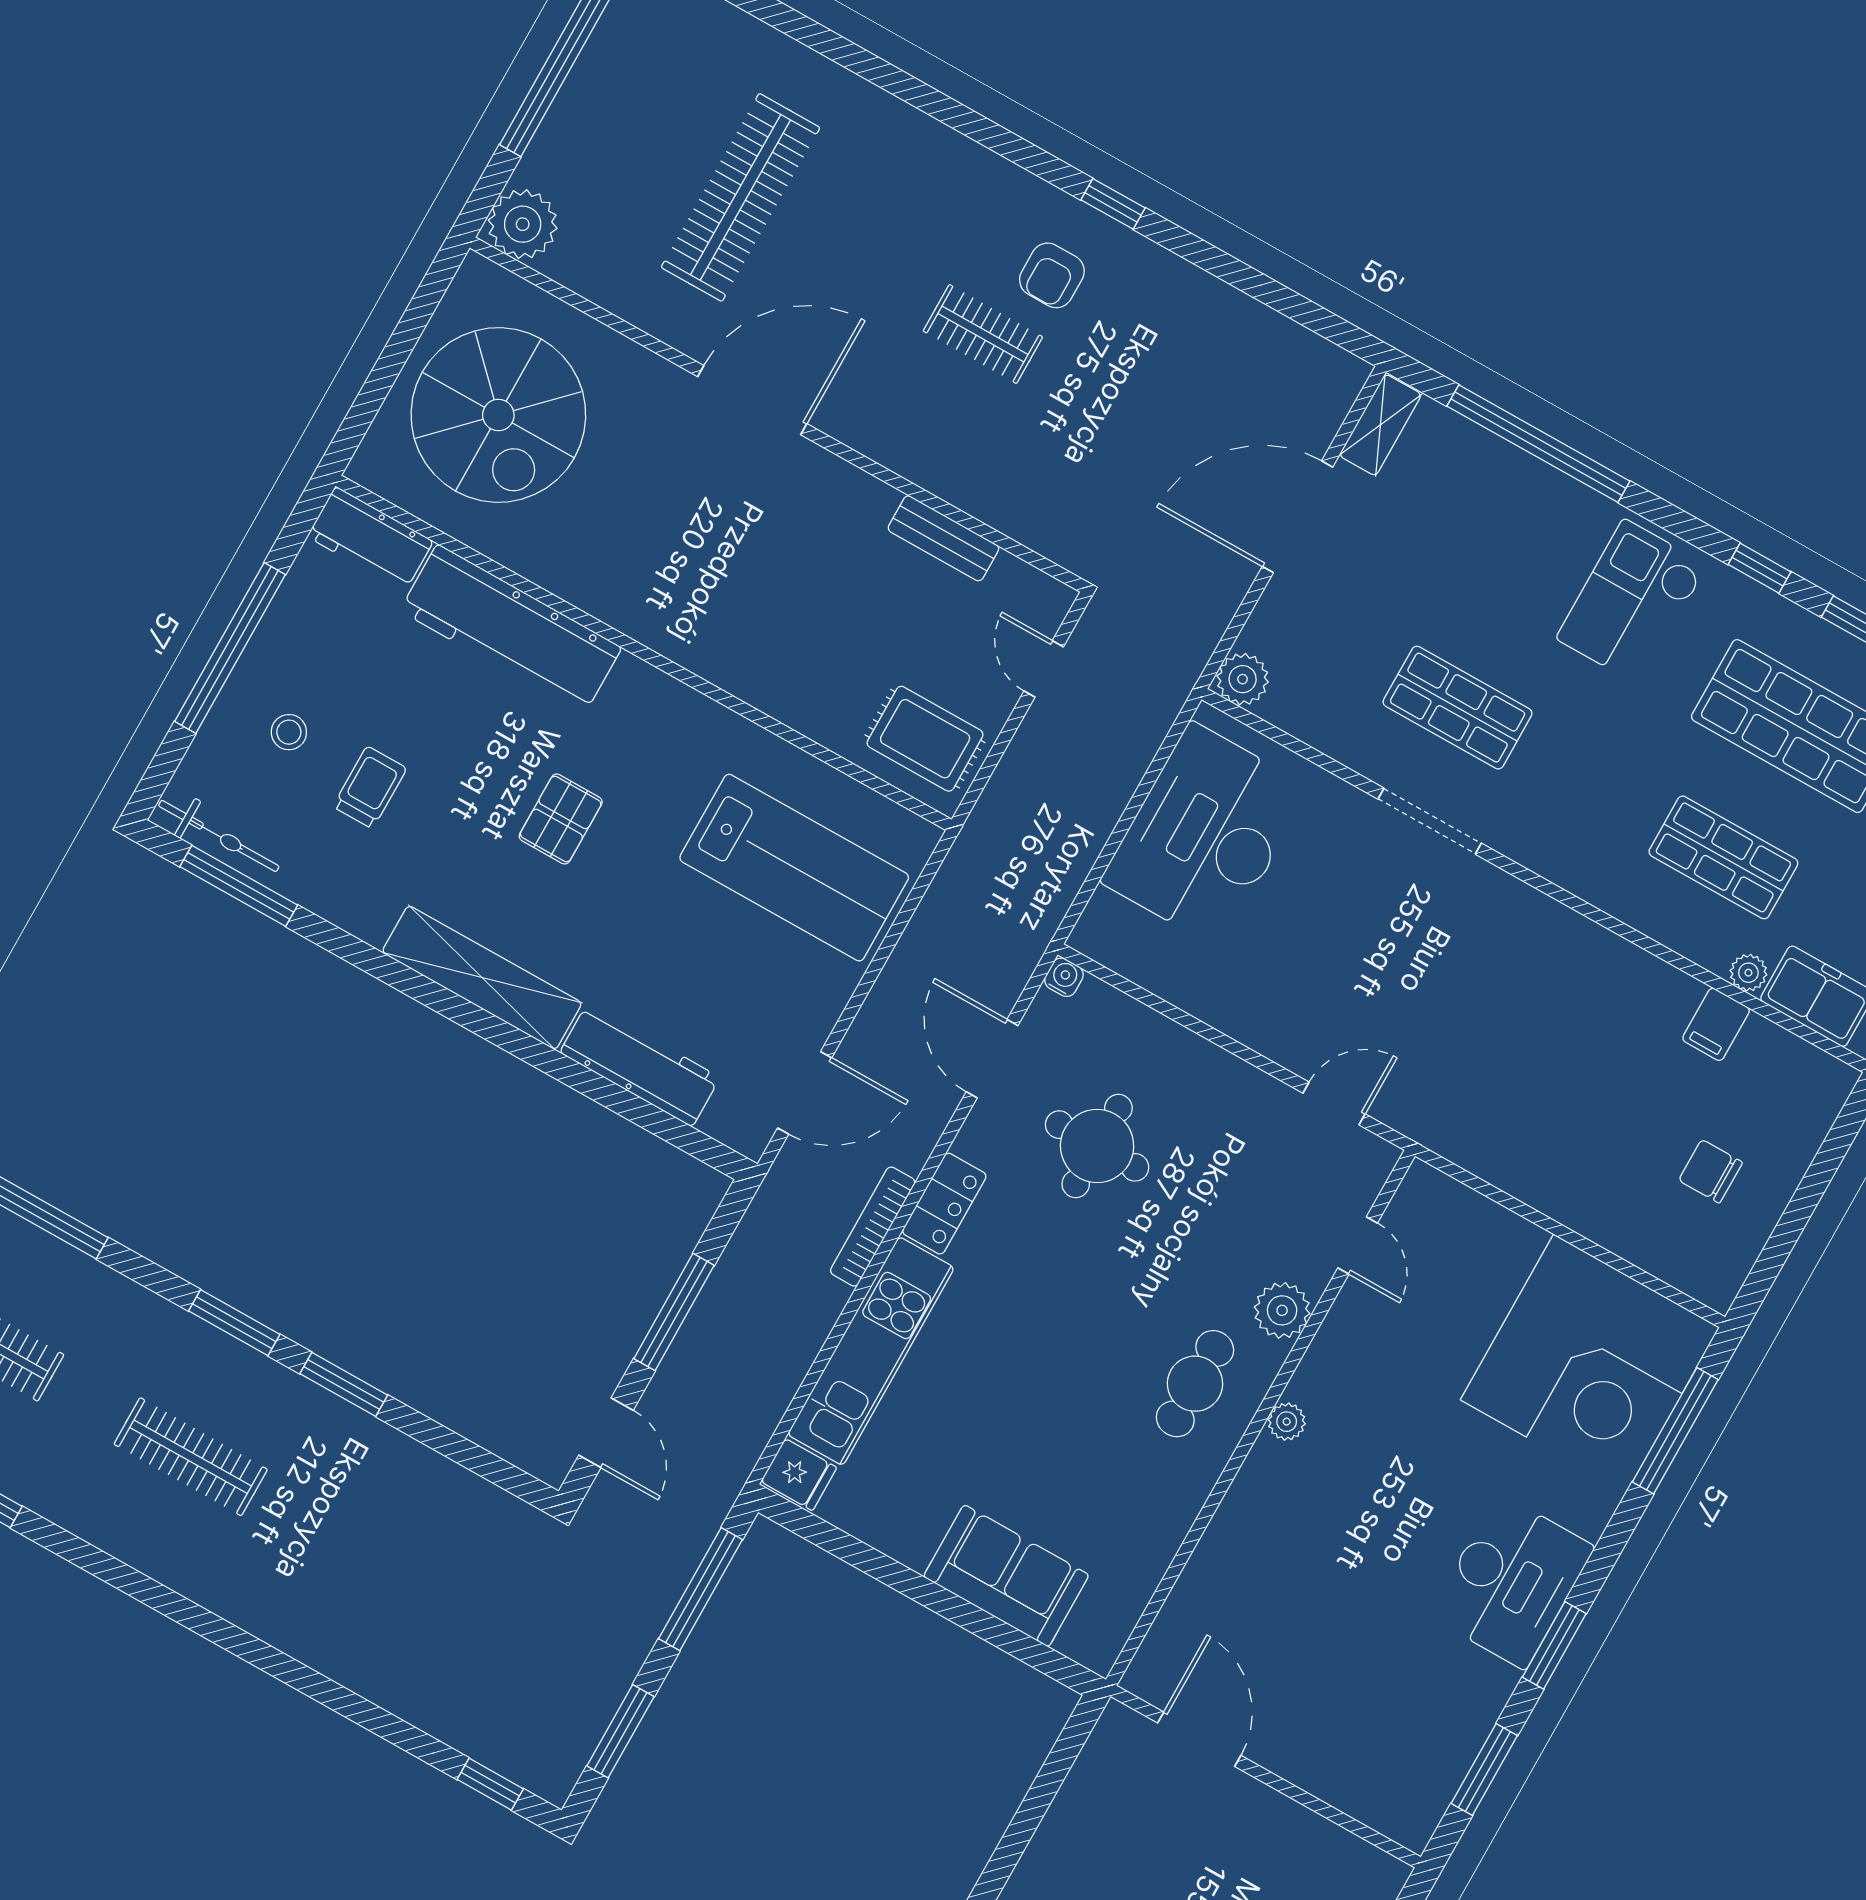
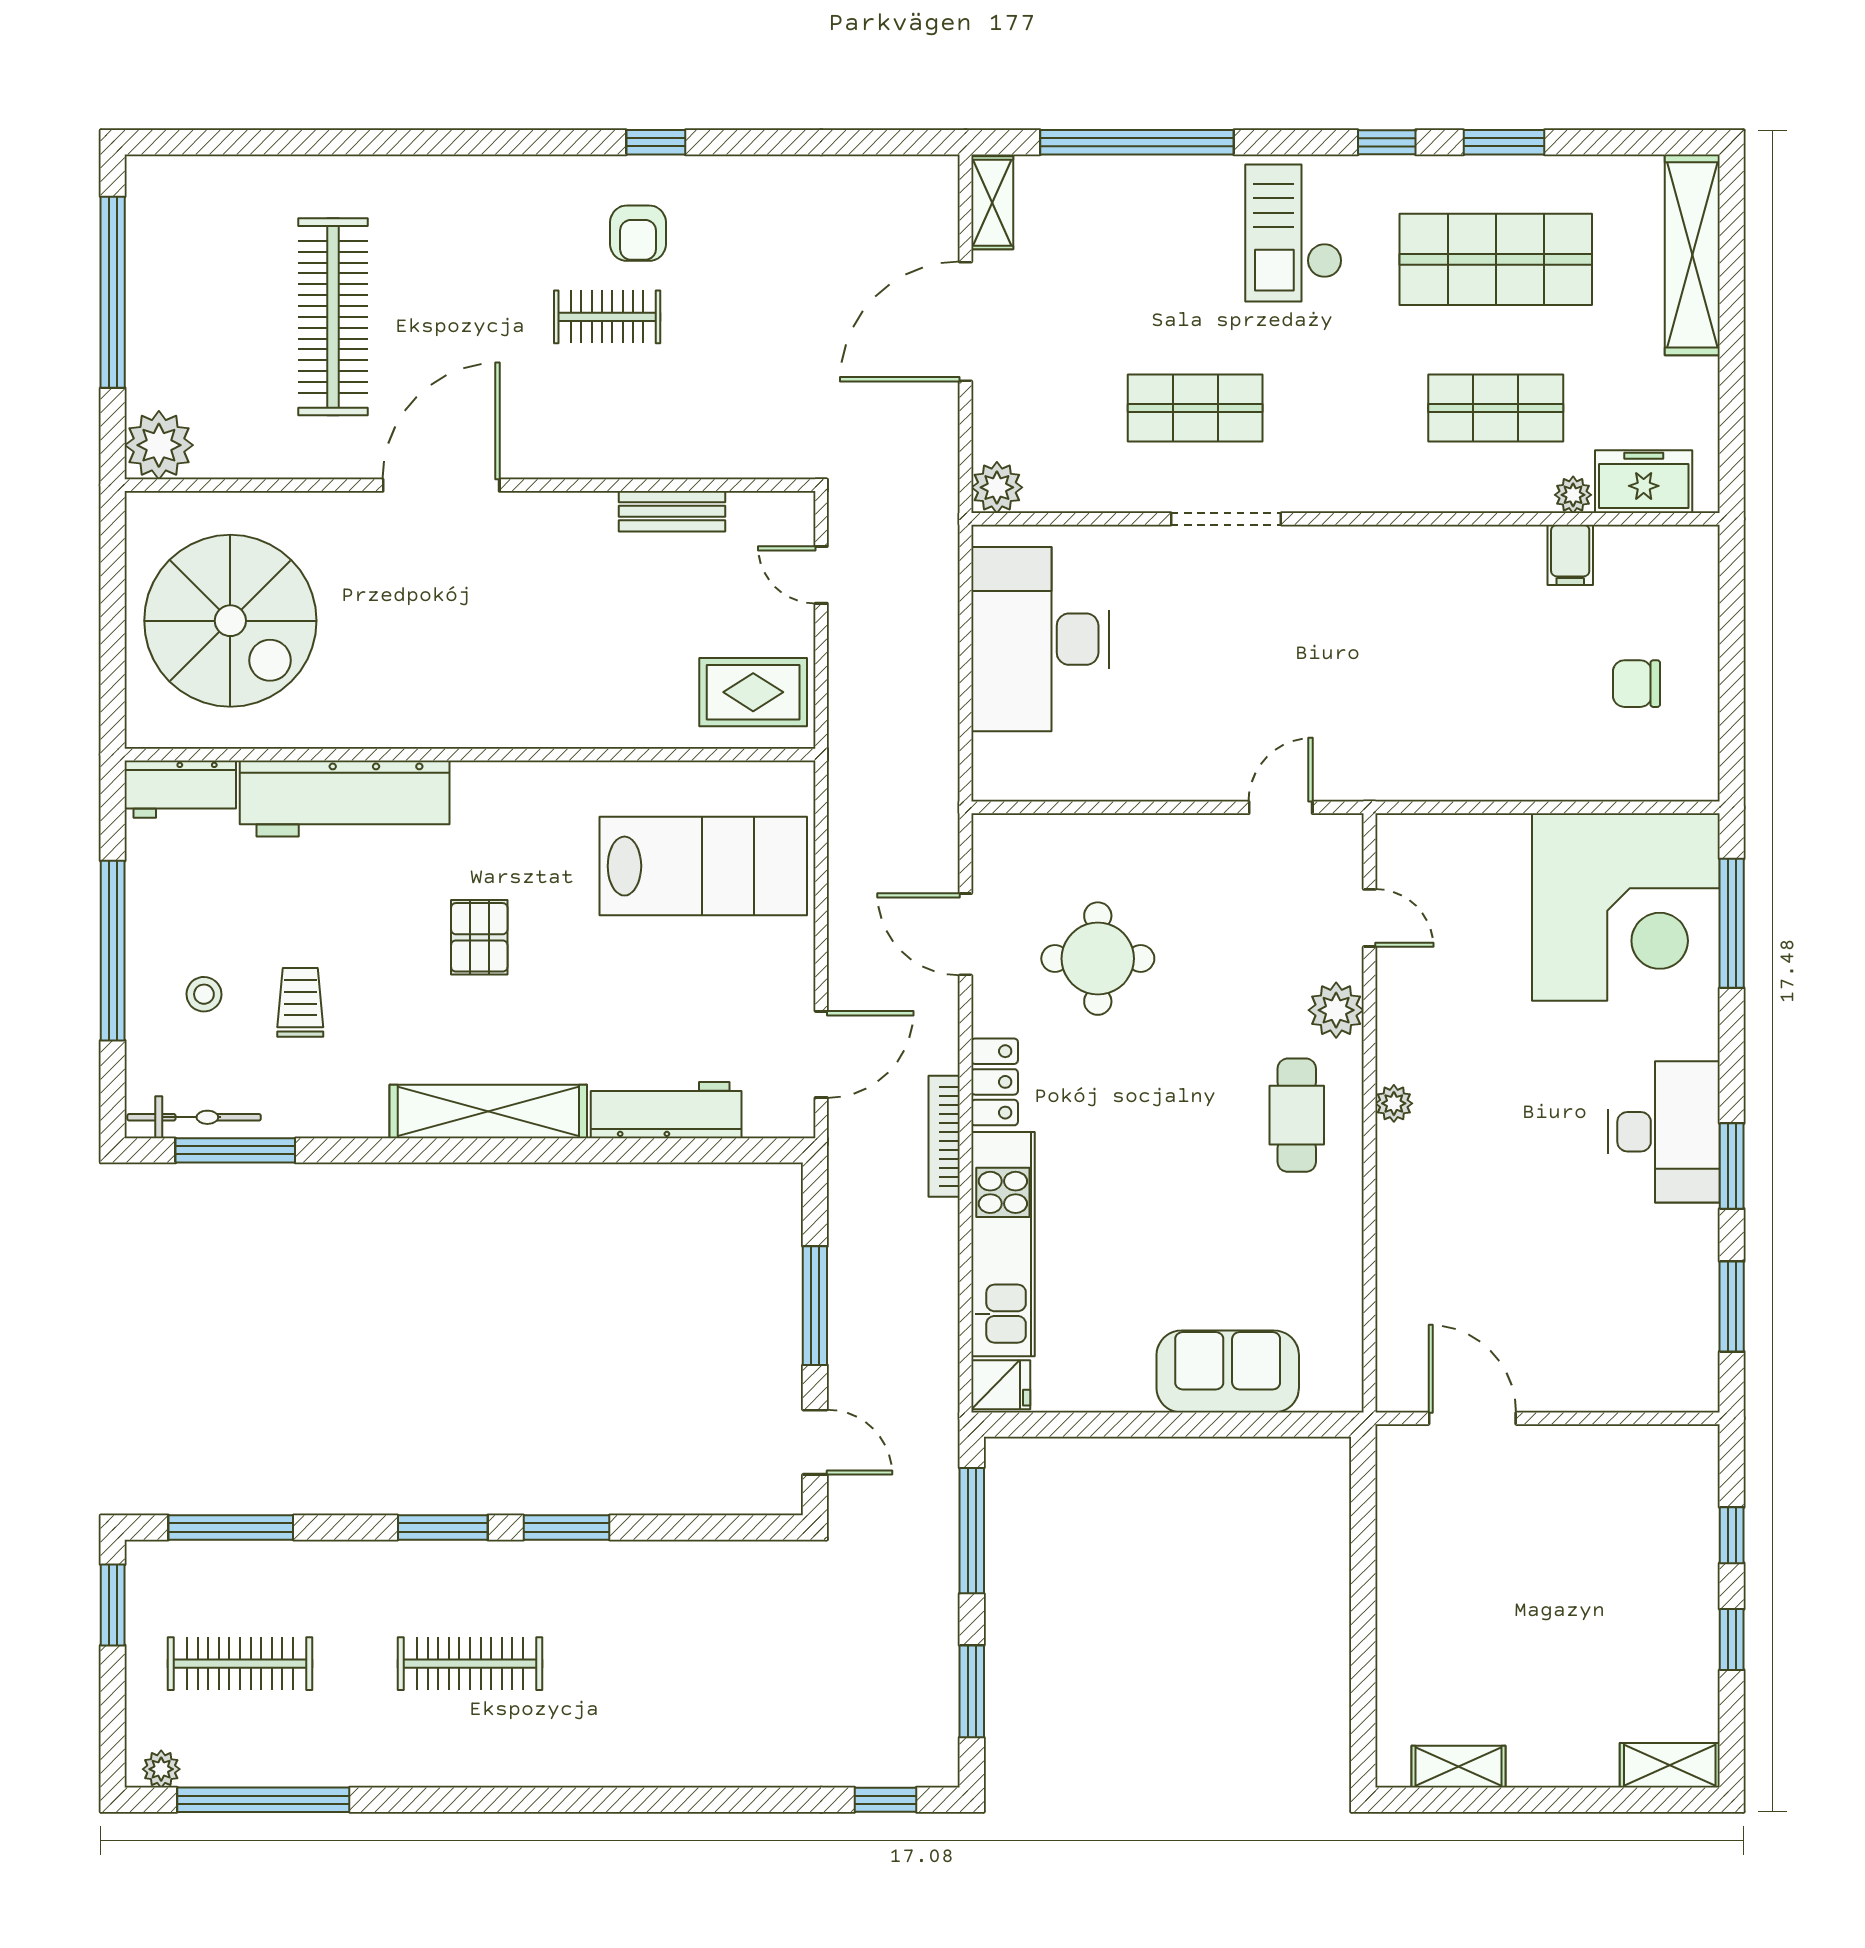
water cooler: (1064, 977) -> (988, 830), removed

